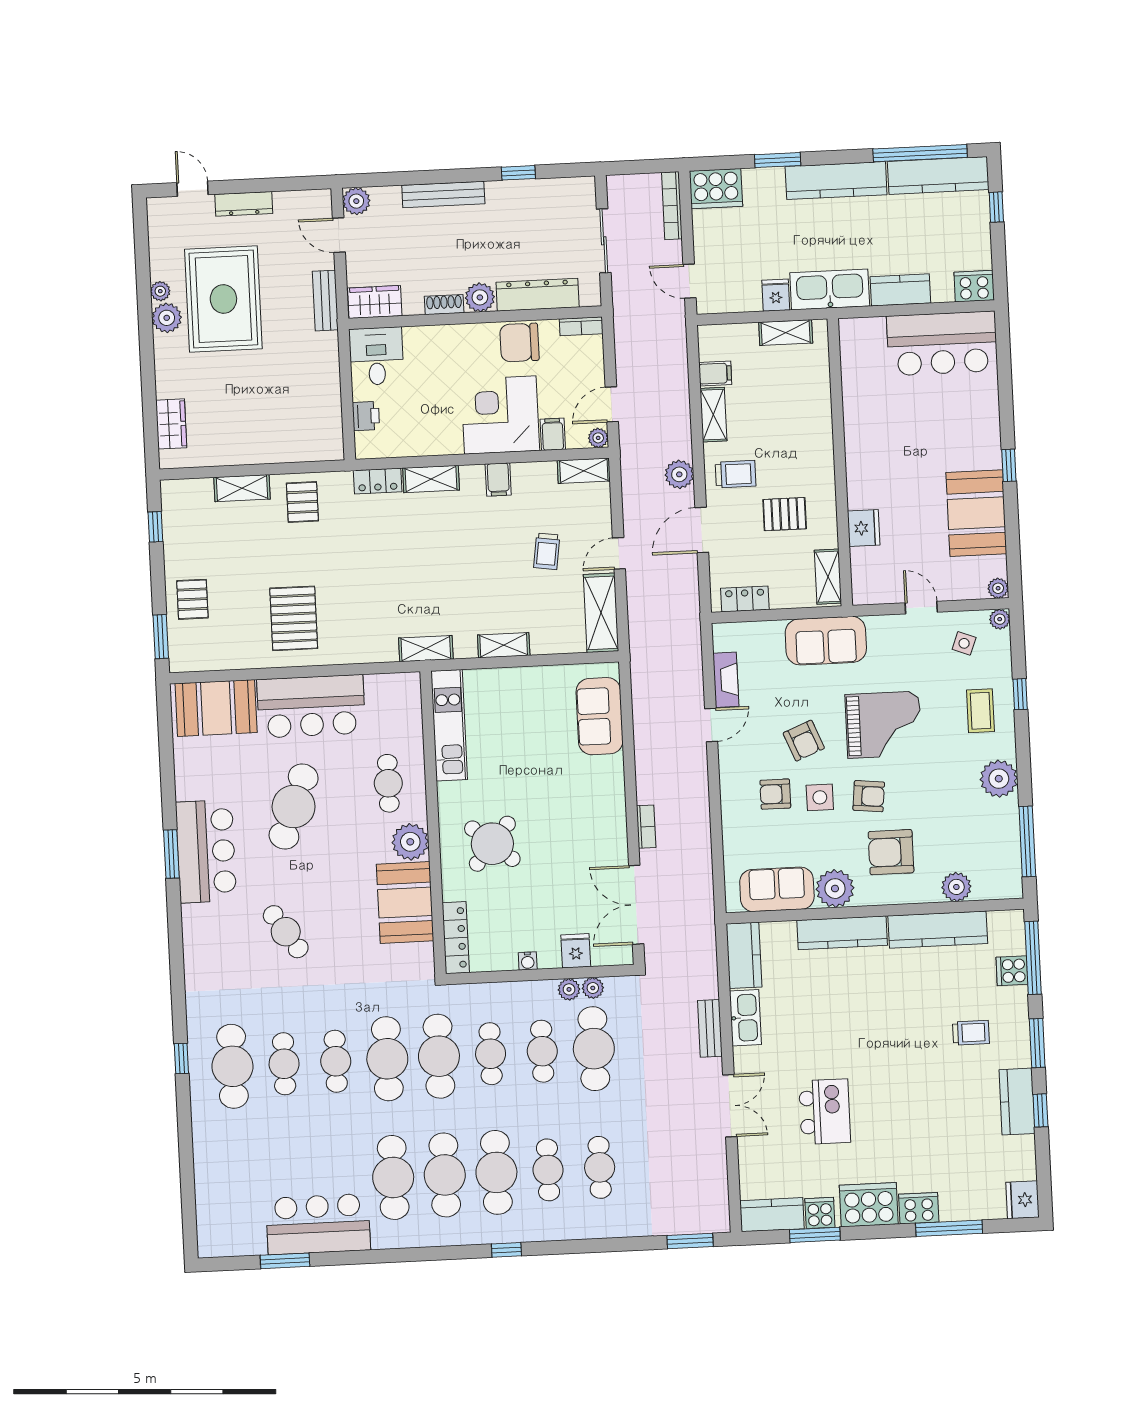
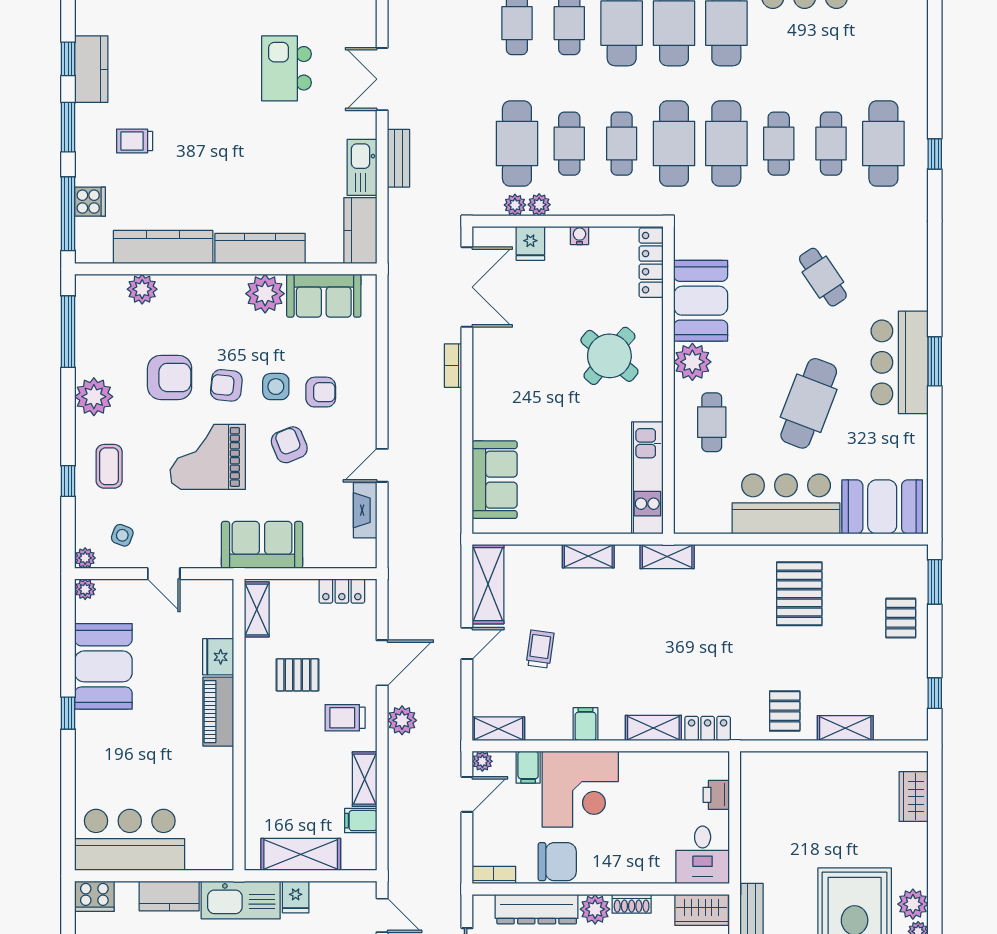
shelving: (786, 333) -> (301, 854), width x1.50, depth x1.33
piano: (861, 474) -> (218, 712), added
armchair: (891, 852) -> (170, 377), moved

